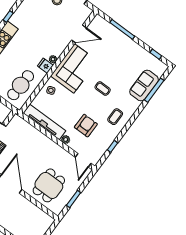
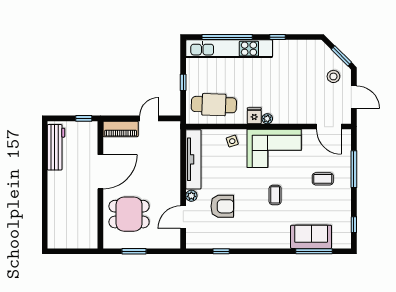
door: (79, 34) -> (329, 127), moved
coffee table: (115, 117) -> (323, 179), moved
door: (83, 160) -> (183, 217), moved

